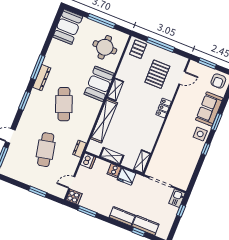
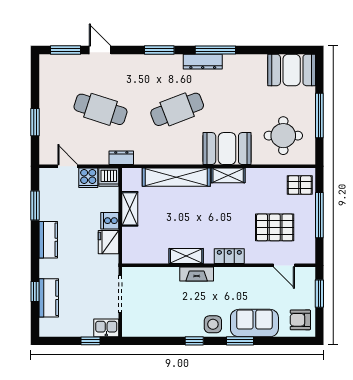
fireplace: (166, 132) -> (197, 274), added
cafe table: (46, 150) -> (100, 109), turned 30
shelving: (142, 162) -> (186, 256), moved
cooker: (74, 197) -> (88, 178), moved
kitchen counter: (122, 216) -> (48, 240), moved

